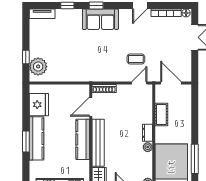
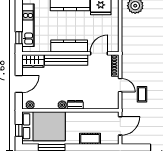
door: (139, 83) -> (120, 85), moved
door: (91, 107) -> (99, 53), hinge flipped
cot: (161, 115) -> (90, 139), moved

